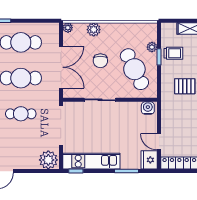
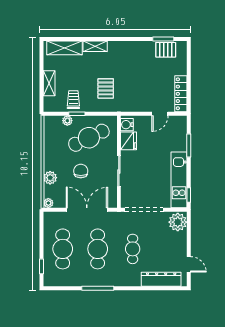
chair: (100, 61) -> (81, 171), turned -90
fridge: (149, 160) -> (129, 141), moved, turned -90

